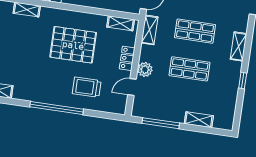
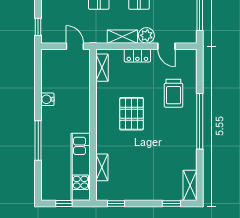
shelving: (150, 30) -> (122, 37), moved
pallet: (73, 45) -> (131, 114), width x0.73, depth x0.71

